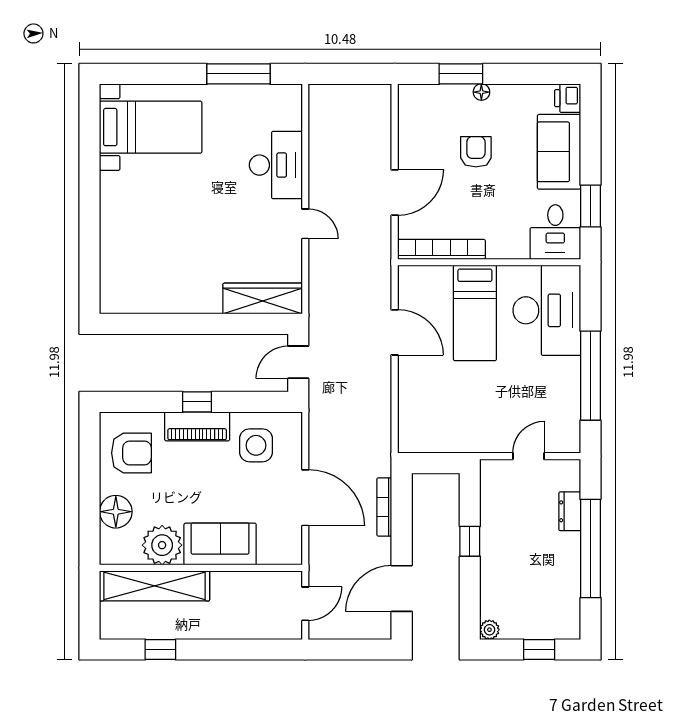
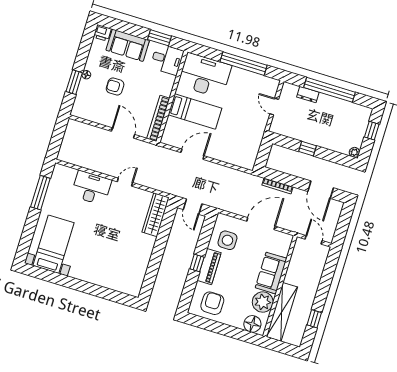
floor lamp: (116, 512) -> (252, 324), moved

